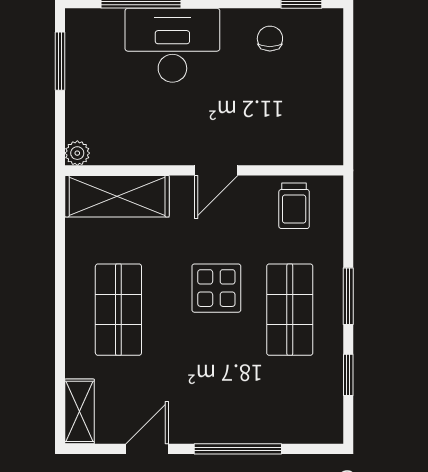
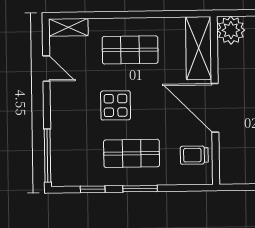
plant: (77, 153) -> (231, 30), width x1.88, depth x1.88
door: (216, 170) -> (215, 108), width x1.87
display table: (216, 288) -> (116, 105), moved
window: (238, 449) -> (48, 156), moved

